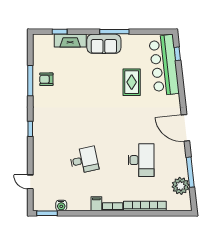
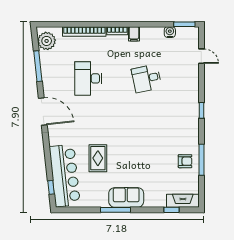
fireplace: (70, 41) -> (183, 201), moved
plant: (181, 186) -> (47, 41), moved

